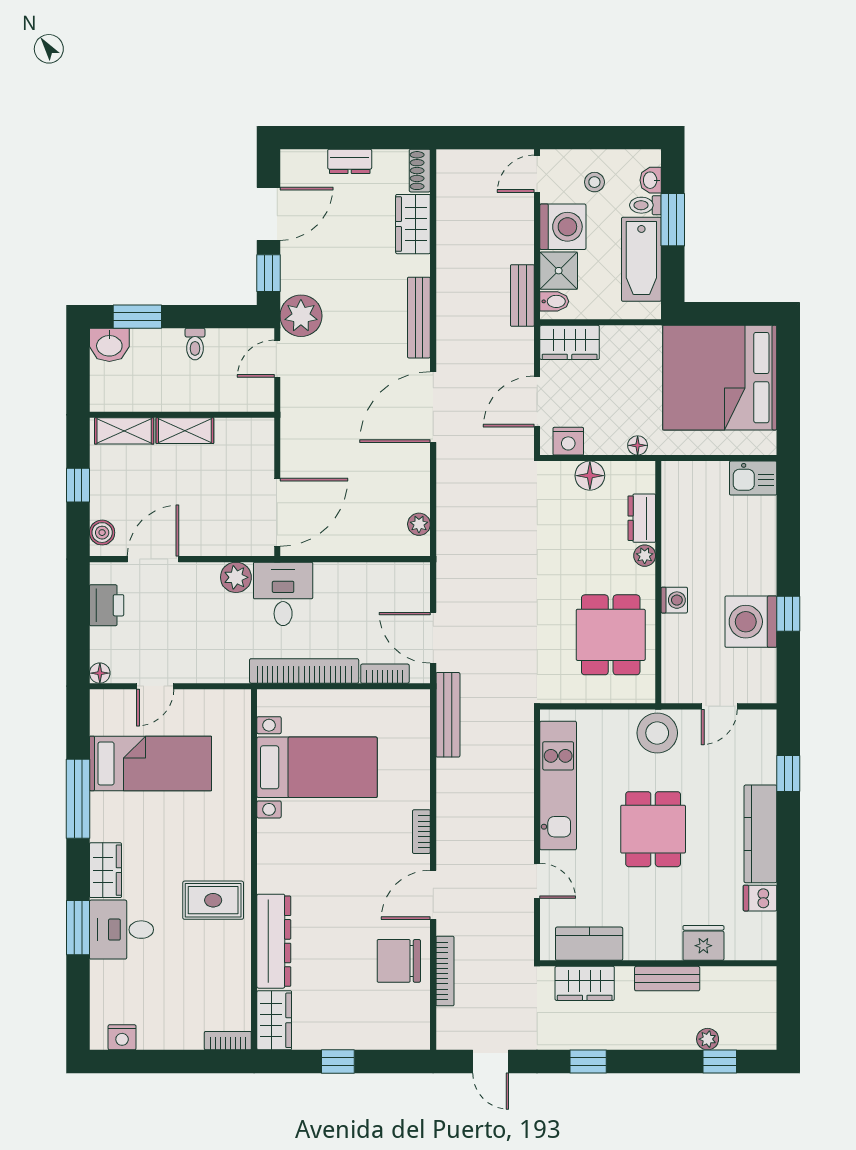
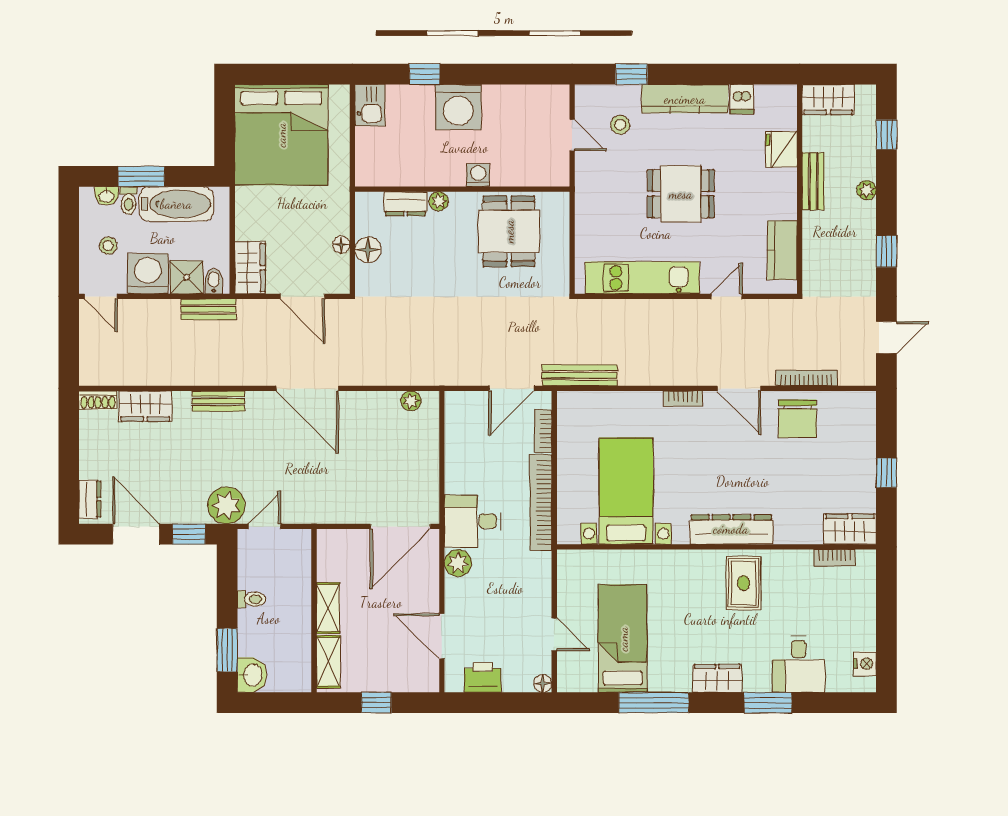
dresser: (350, 161) -> (90, 499), moved
bench: (419, 318) -> (218, 401), width x0.73
door: (277, 359) -> (264, 526), swing flipped
nightstand: (568, 441) -> (337, 269), removed
floor lamp: (638, 445) -> (341, 245), moved
door: (277, 512) -> (400, 526), swing flipped
boiler: (102, 533) -> (418, 681), removed
window: (788, 614) -> (424, 74), moved
washing machine: (751, 622) -> (458, 107), moved
dining table: (611, 635) -> (509, 231), turned 90
stool: (657, 733) -> (620, 125), moved, width x0.53, depth x0.53
desk: (121, 930) -> (799, 664), moved
dresser: (274, 941) -> (731, 529), moved
wardrobe: (585, 983) -> (828, 99), moved, turned 90
plant: (708, 1039) -> (867, 190), moved
bookcase: (228, 1041) -> (834, 558), moved, turned -90

